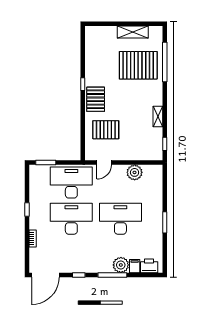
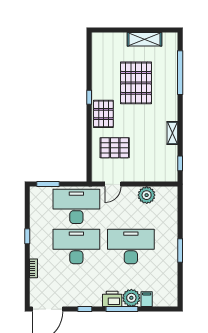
pallet: (138, 65) -> (136, 83), moved, turned 90
printer: (149, 266) -> (112, 299), moved

